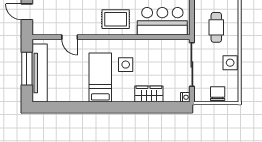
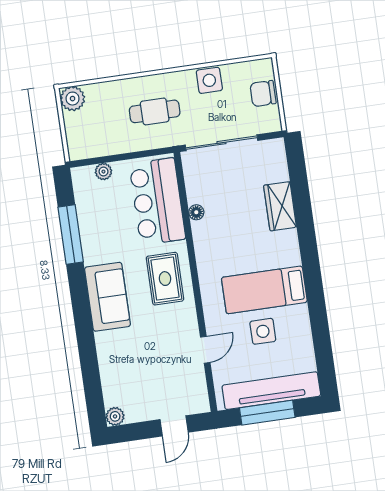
floor lamp: (152, 44) -> (196, 212), added
side table: (126, 65) -> (263, 331), moved
nightstand: (185, 97) -> (277, 146), removed

